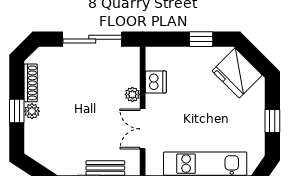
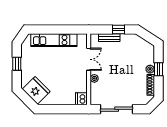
window: (201, 39) -> (56, 109), removed
dishwasher: (156, 82) -> (81, 99), moved

